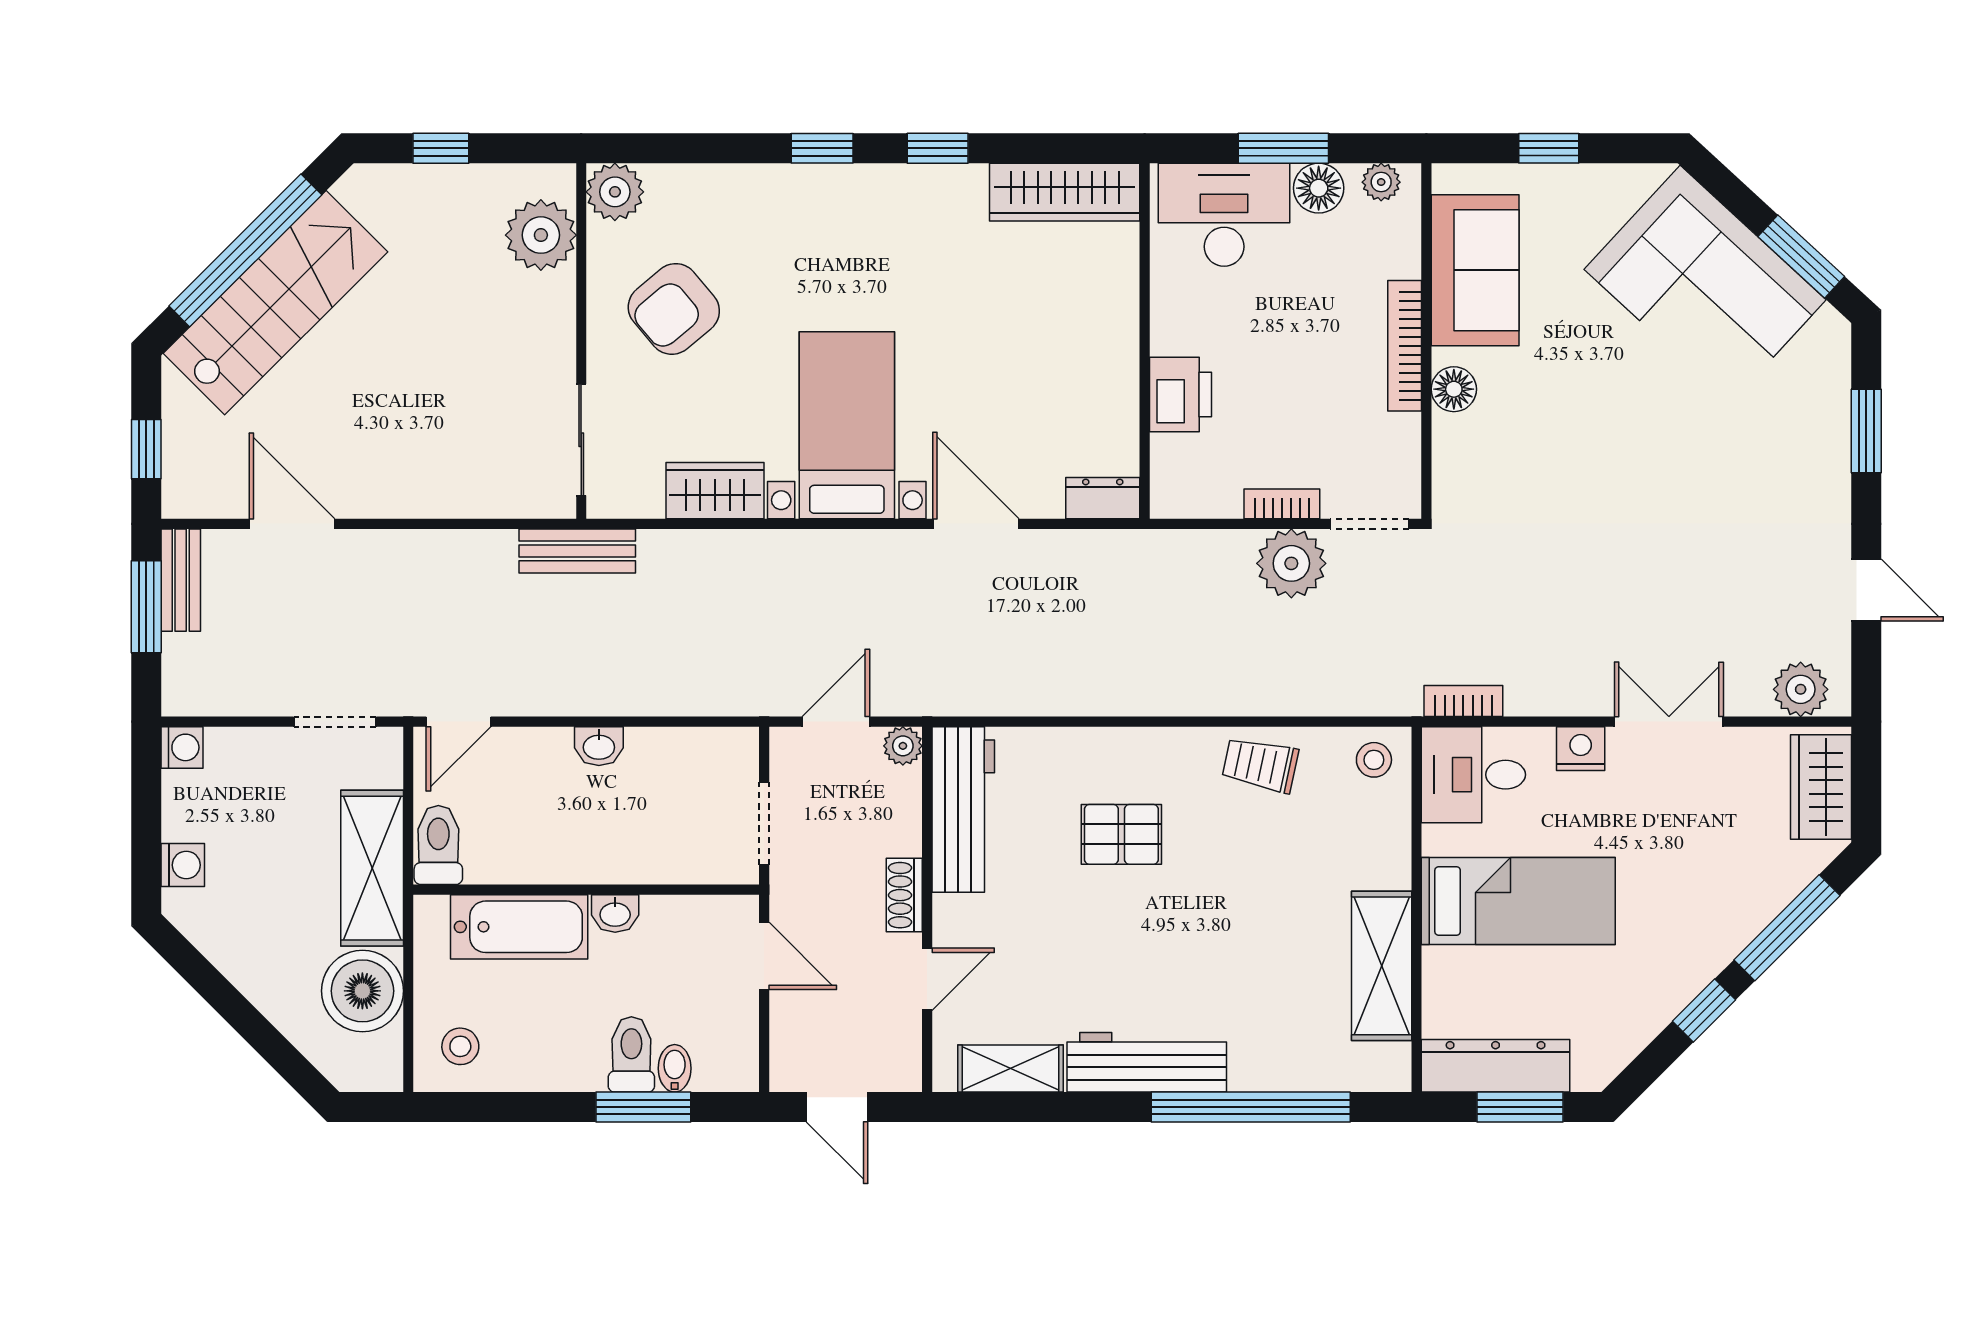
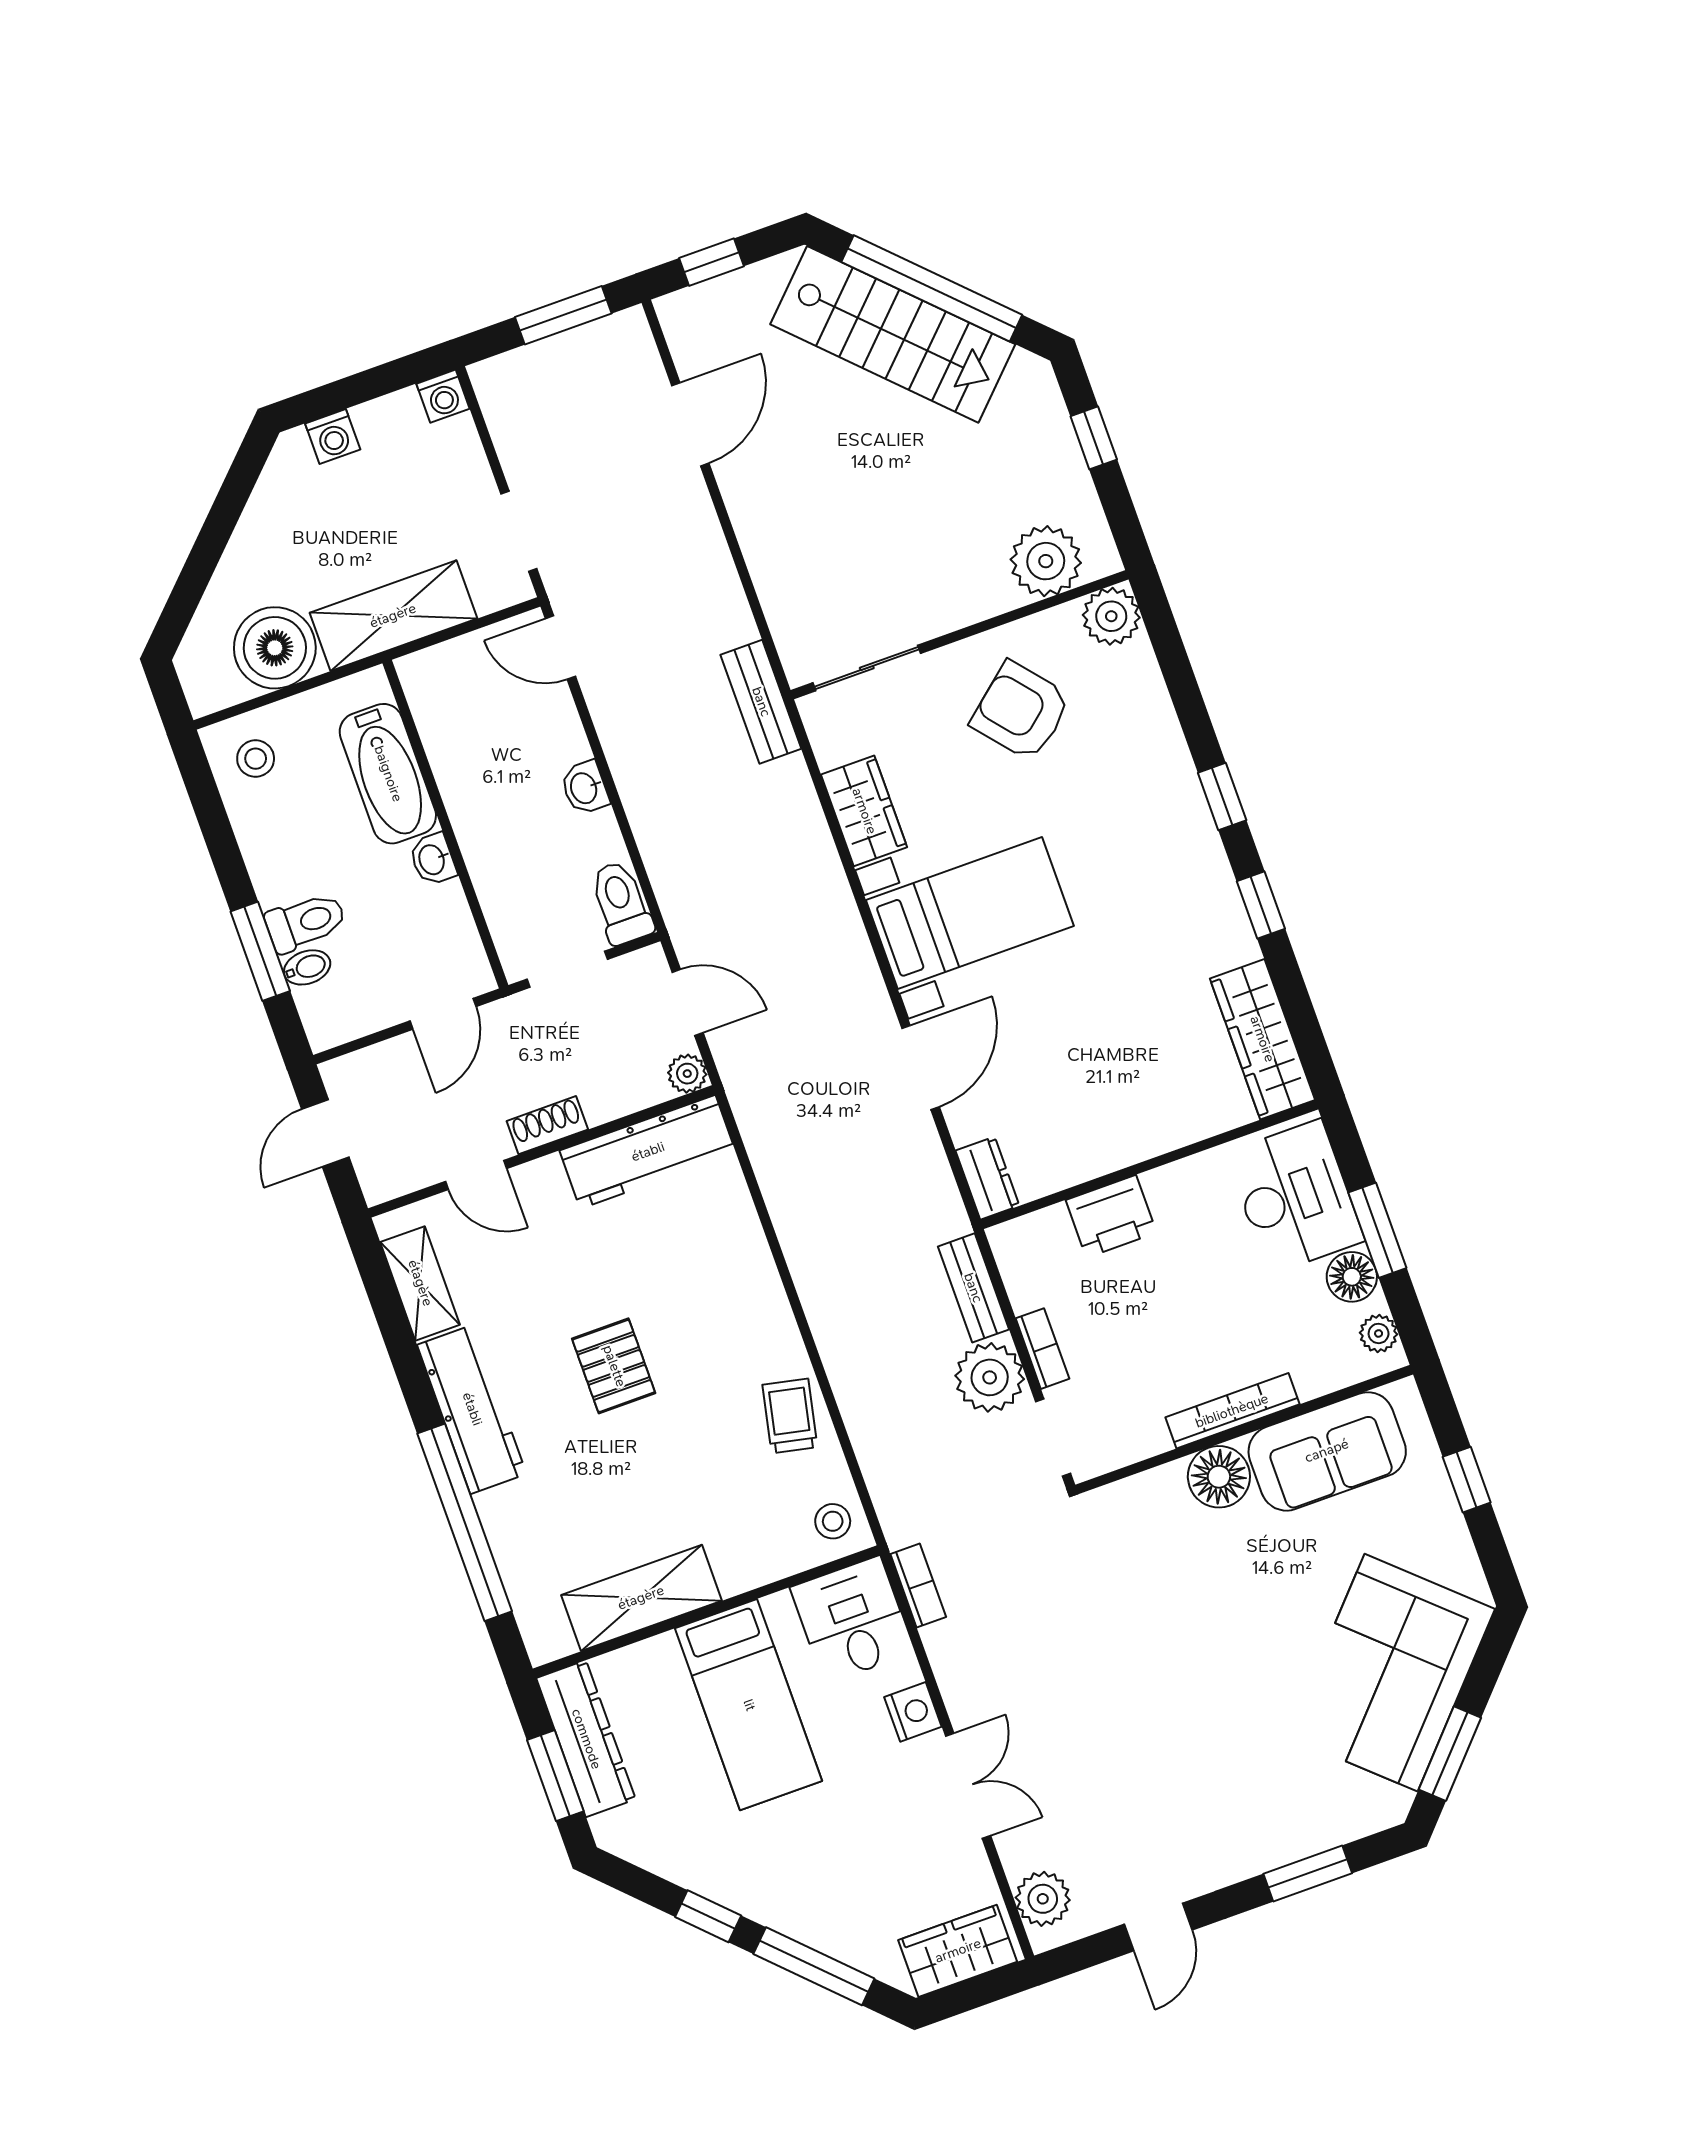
floor lamp: (1454, 389) -> (1219, 1477), width x1.38, depth x1.38
bench: (181, 580) -> (973, 1288), moved, turned 90
pallet: (1121, 834) -> (614, 1366), moved
toilet: (438, 845) -> (621, 903), moved, turned -90

